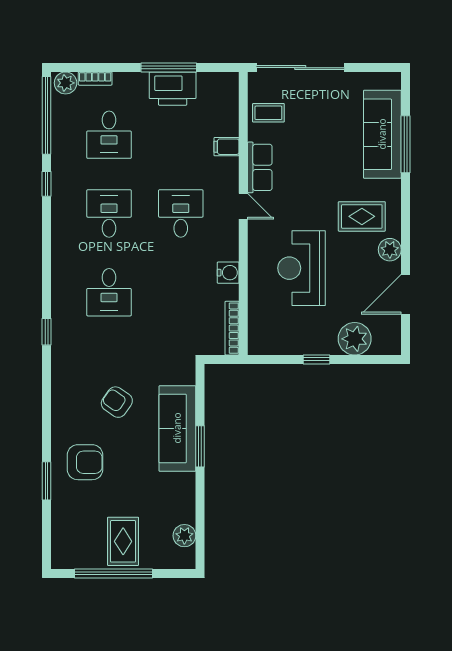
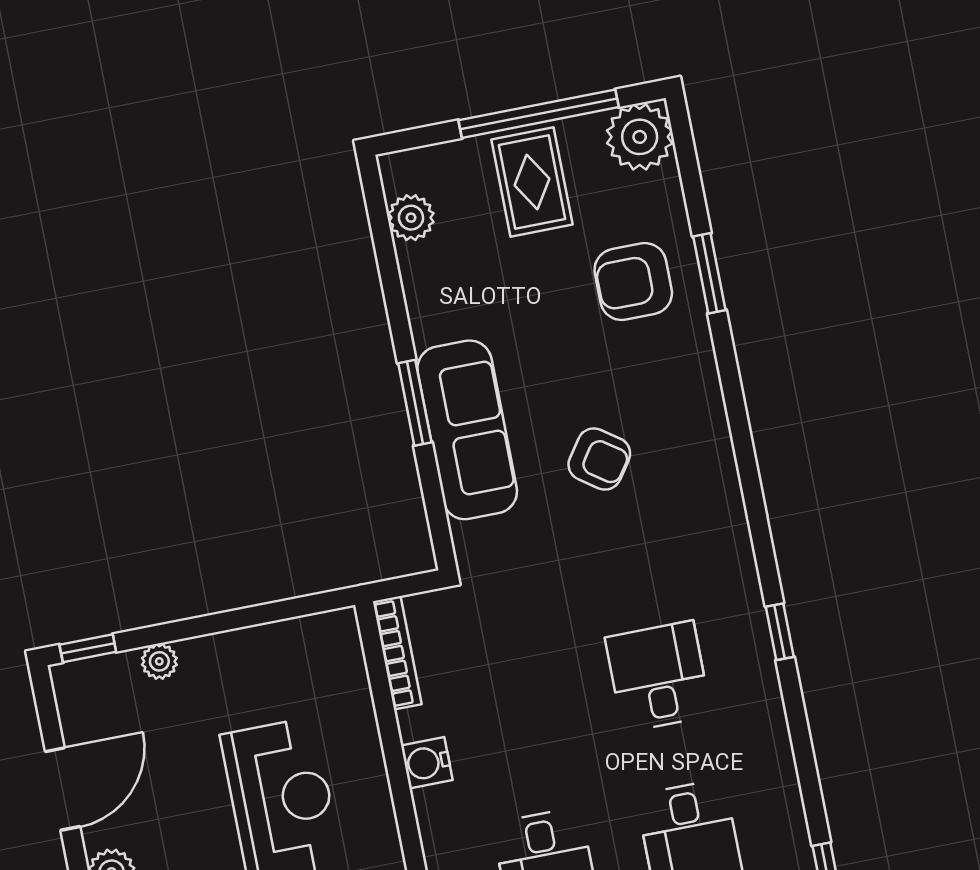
window: (47, 332) -> (780, 632), moved
plant: (355, 339) -> (159, 661), width x0.53, depth x0.53
window: (317, 359) -> (88, 648), moved
armchair: (85, 462) -> (633, 282), moved
plant: (67, 553) -> (640, 137), added

